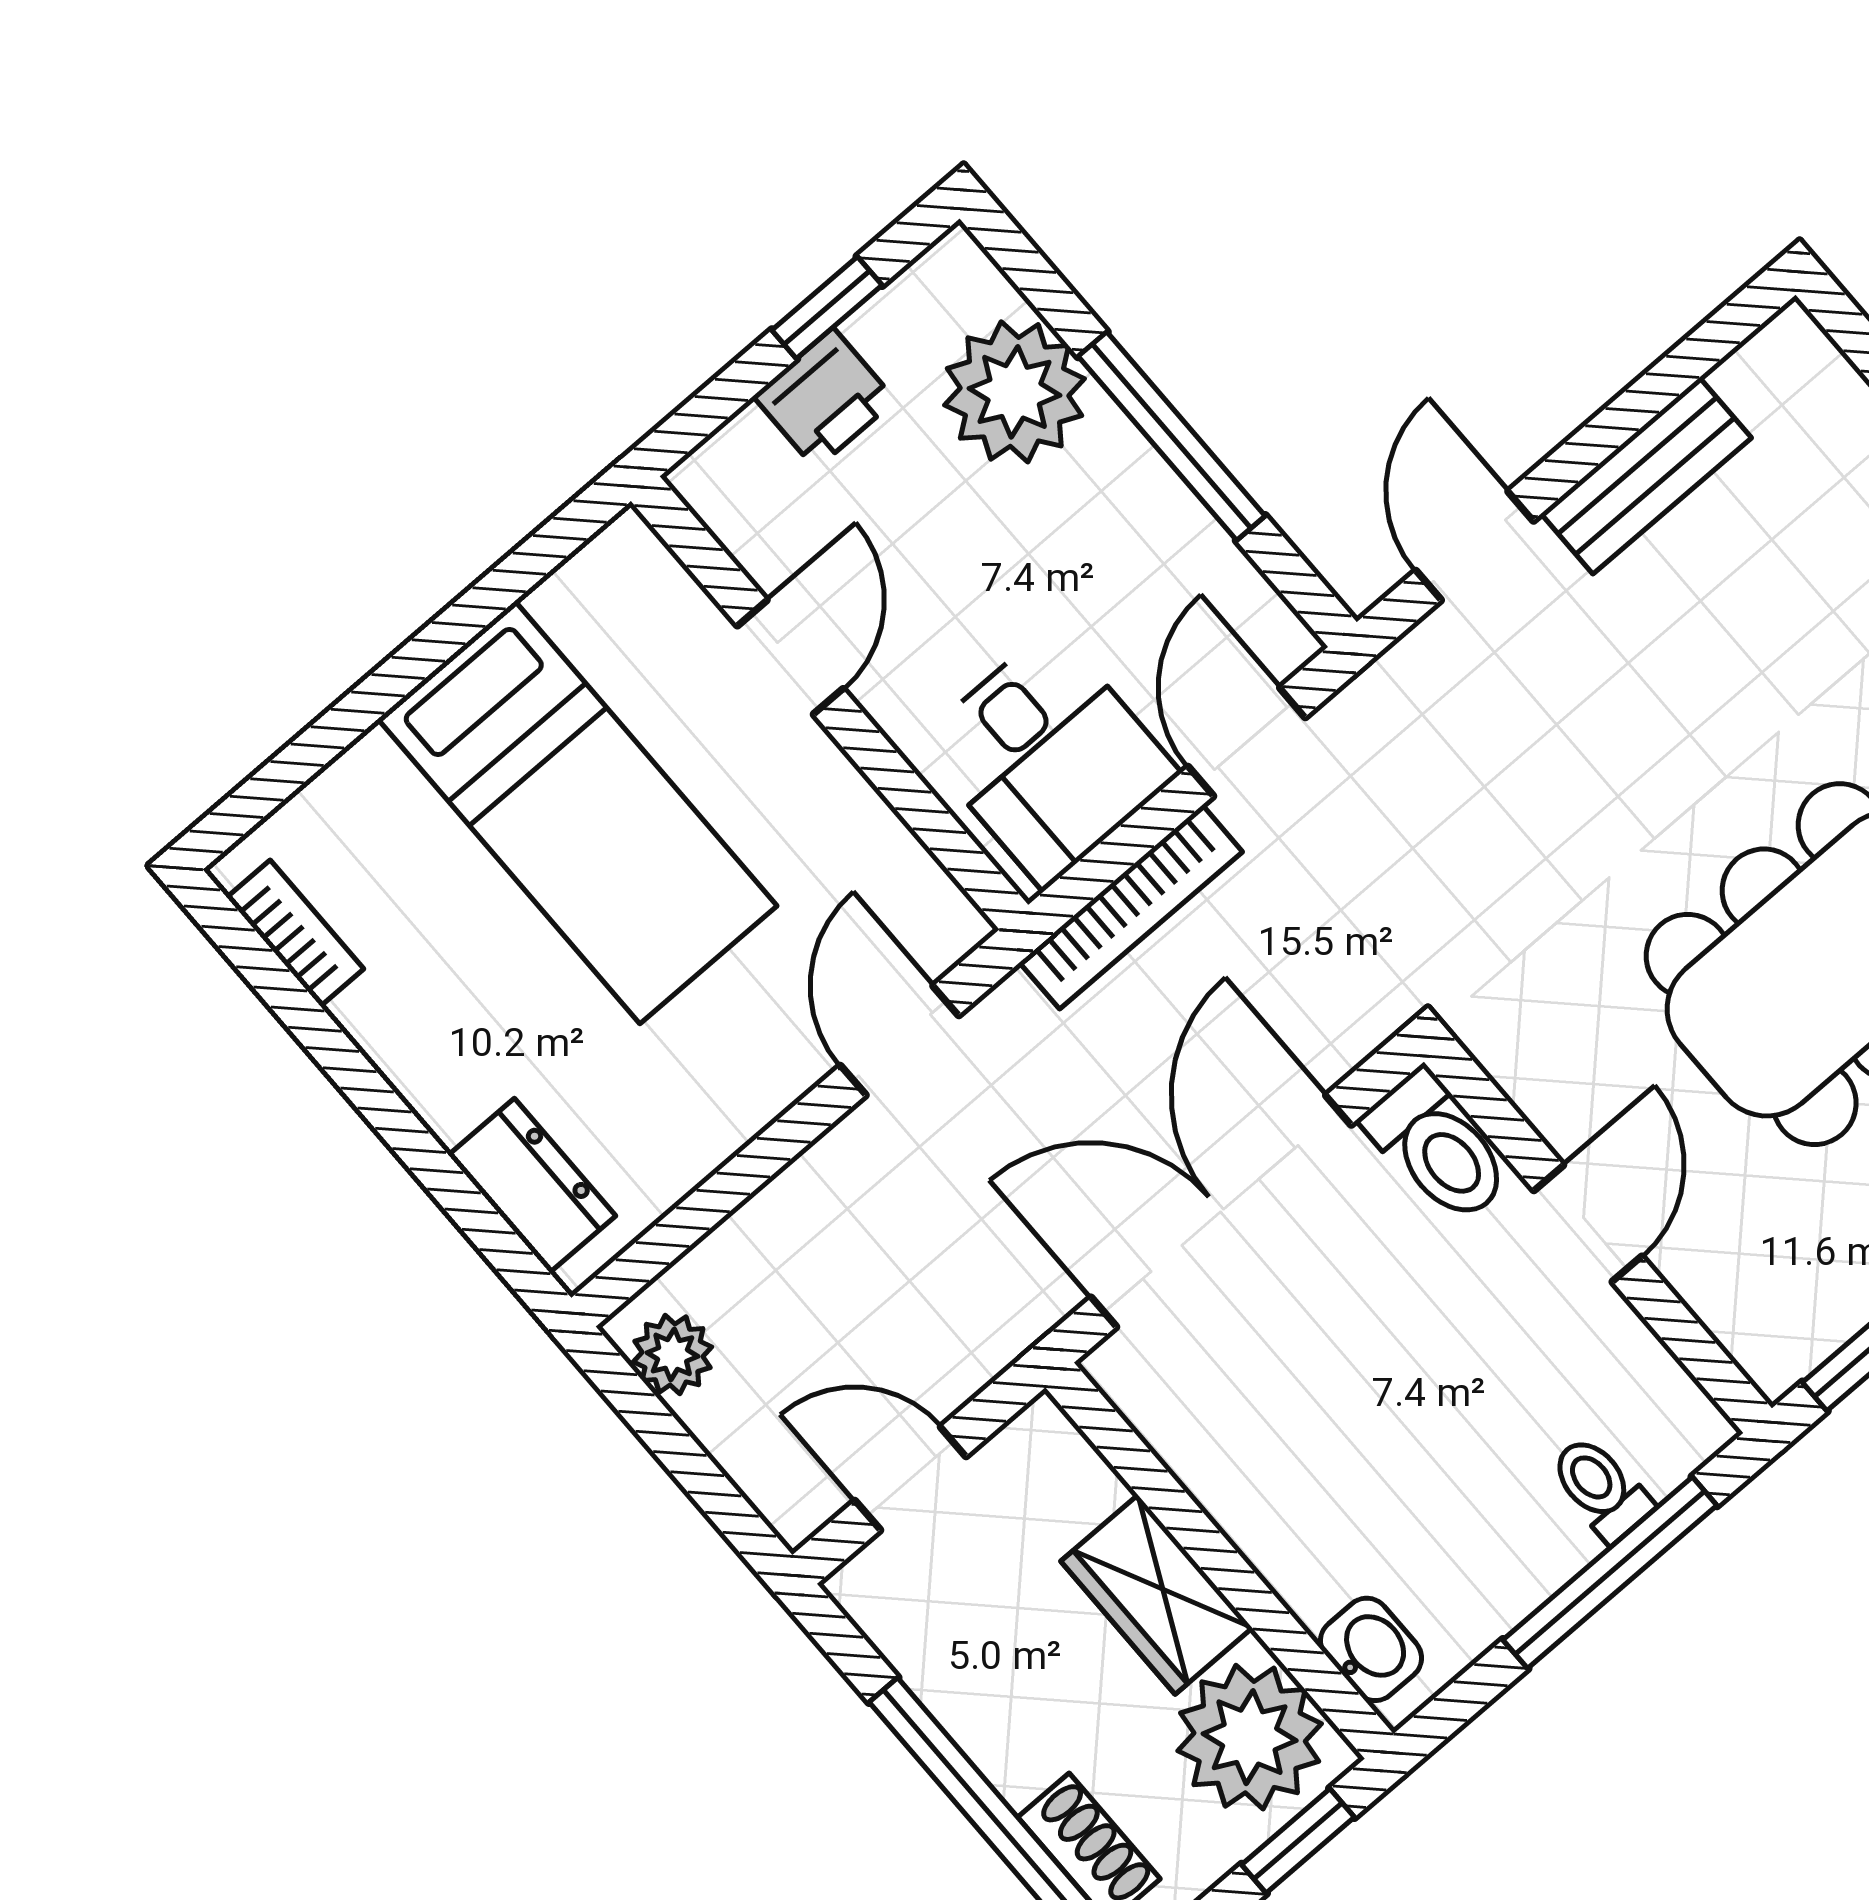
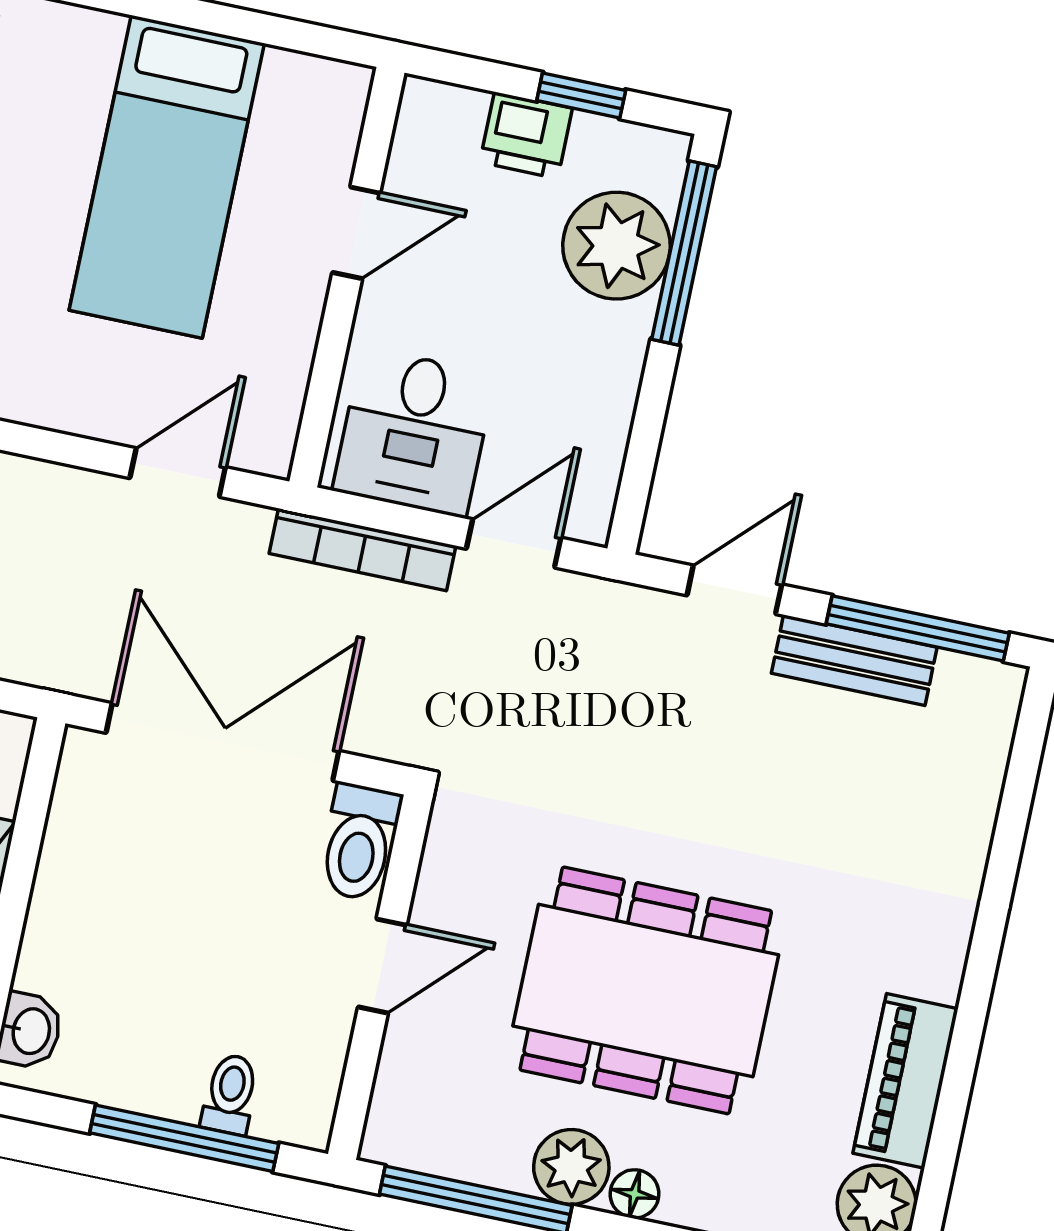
window: (1664, 383) -> (918, 628), added
window: (1172, 436) -> (684, 253), moved

